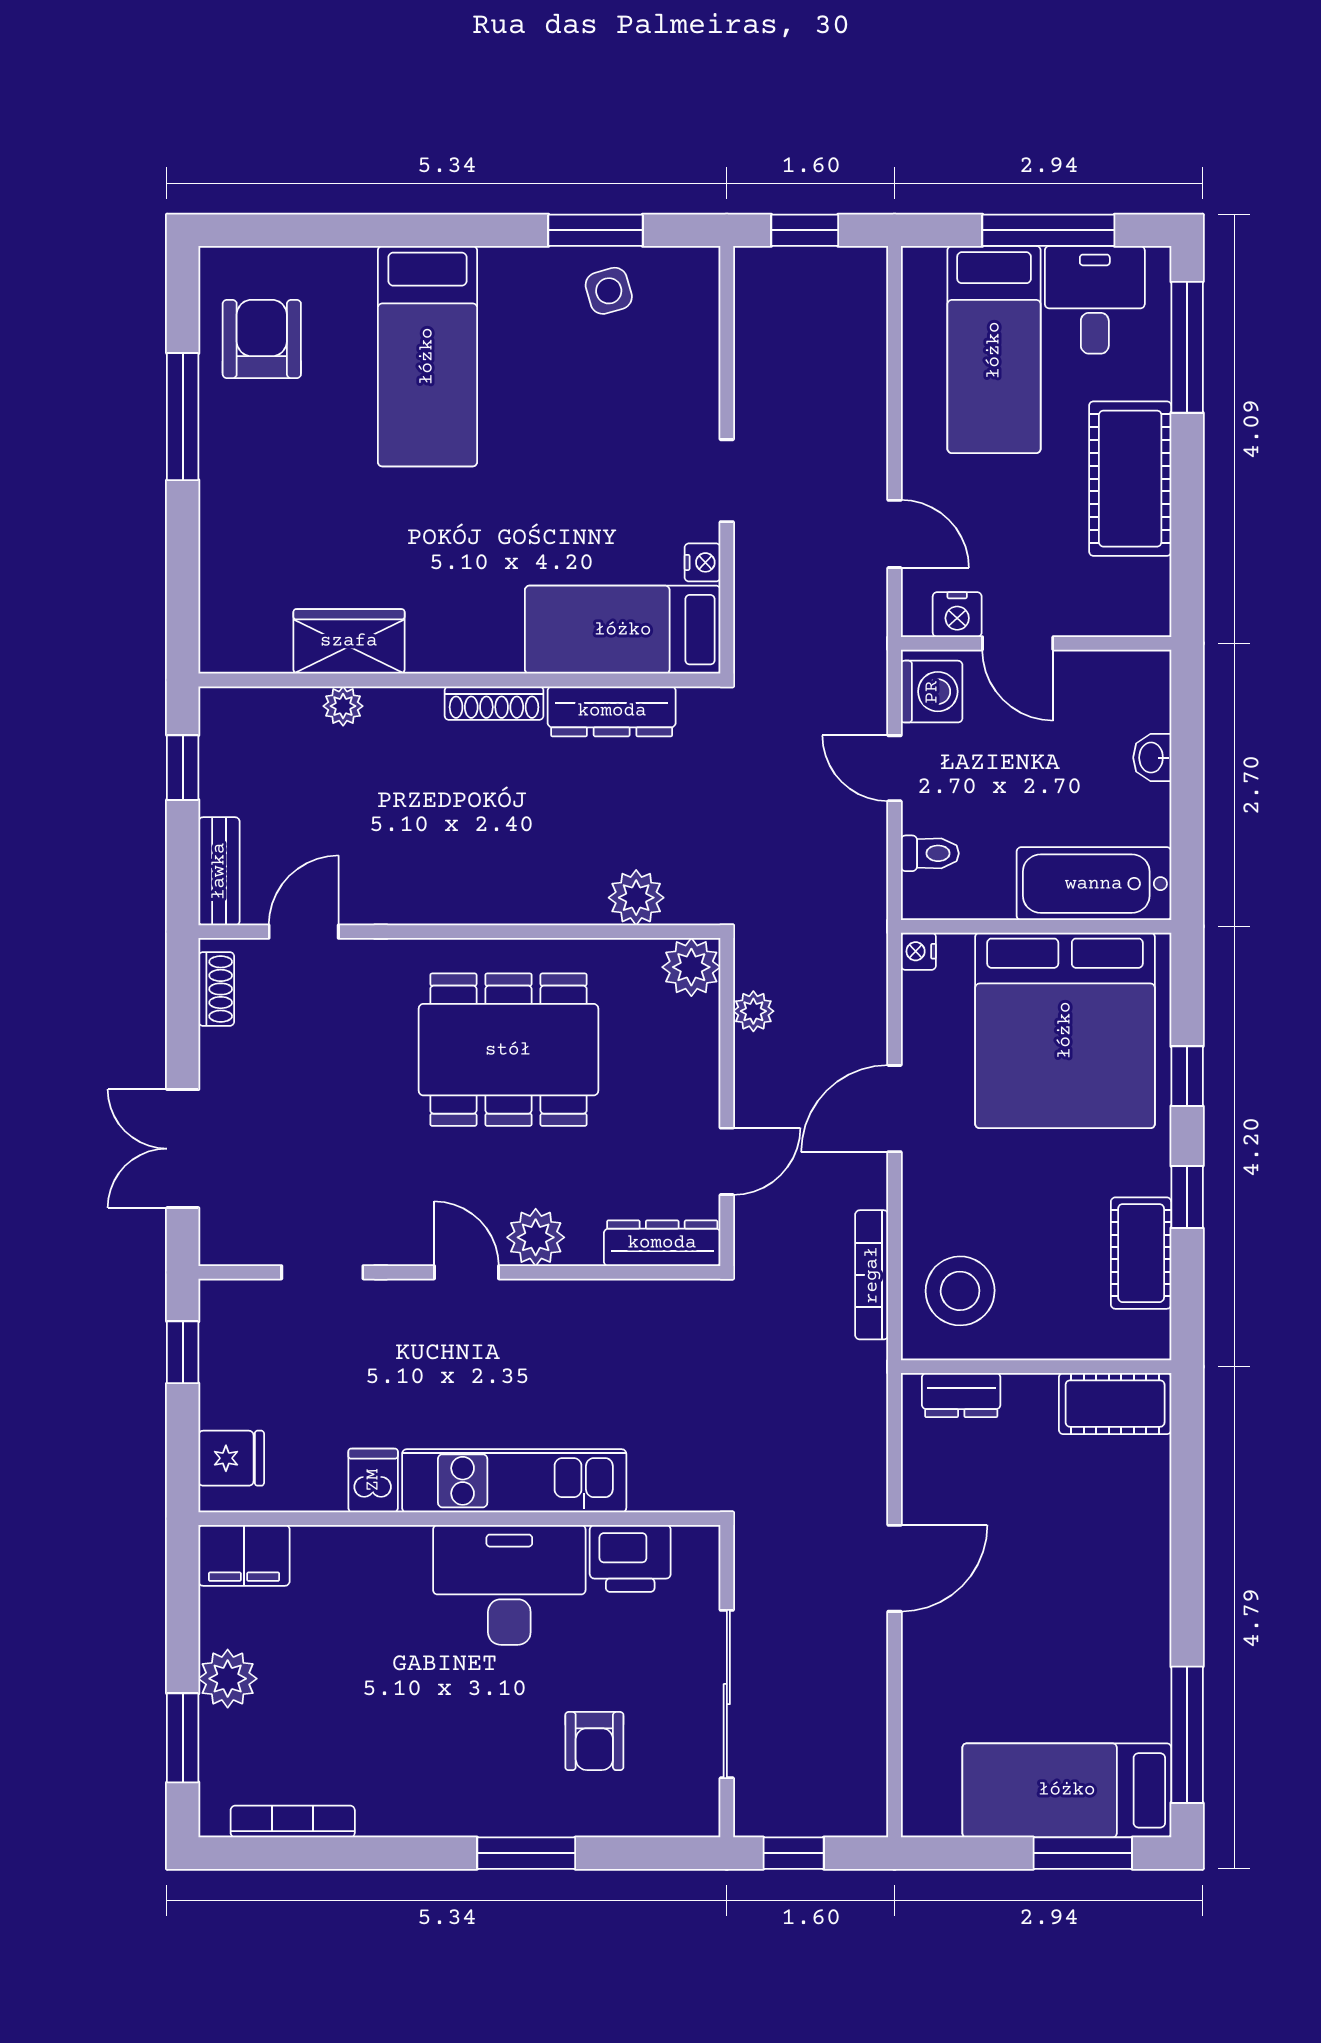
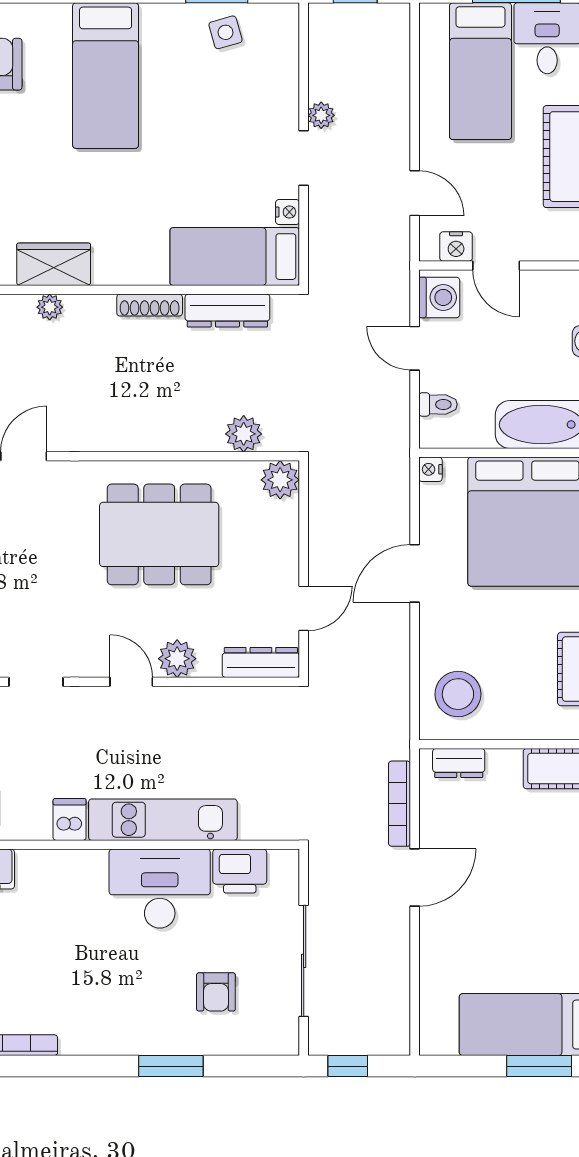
plant: (753, 1011) -> (321, 115), moved
bookcase: (872, 1275) -> (400, 804), moved

